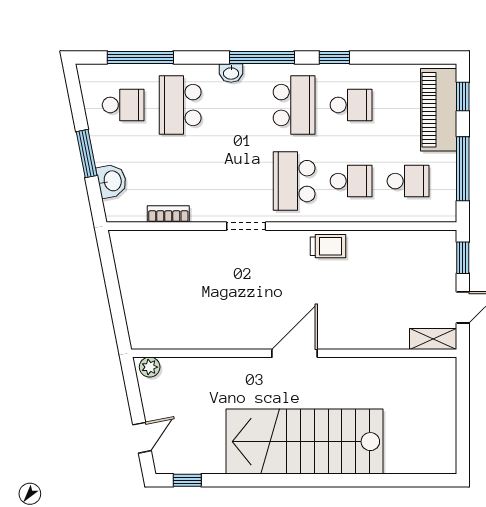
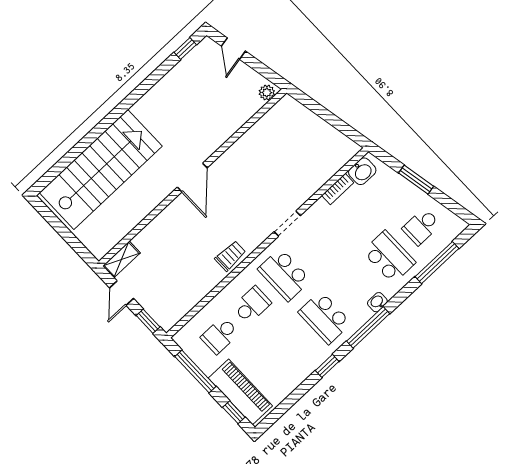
school desk: (351, 105) -> (293, 348), removed
washbasin: (112, 181) -> (362, 171), moved, turned -79
school desk: (294, 181) -> (284, 275), turned 180
school desk: (351, 181) -> (252, 305), turned 180
trolley: (328, 246) -> (230, 256), turned 180
stairs: (305, 442) -> (101, 169), moved

